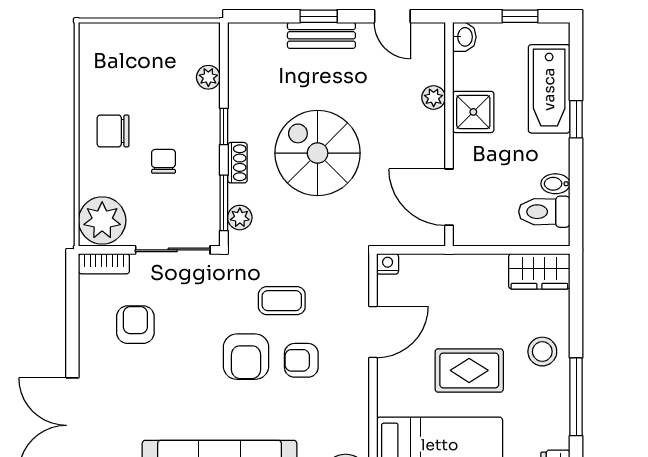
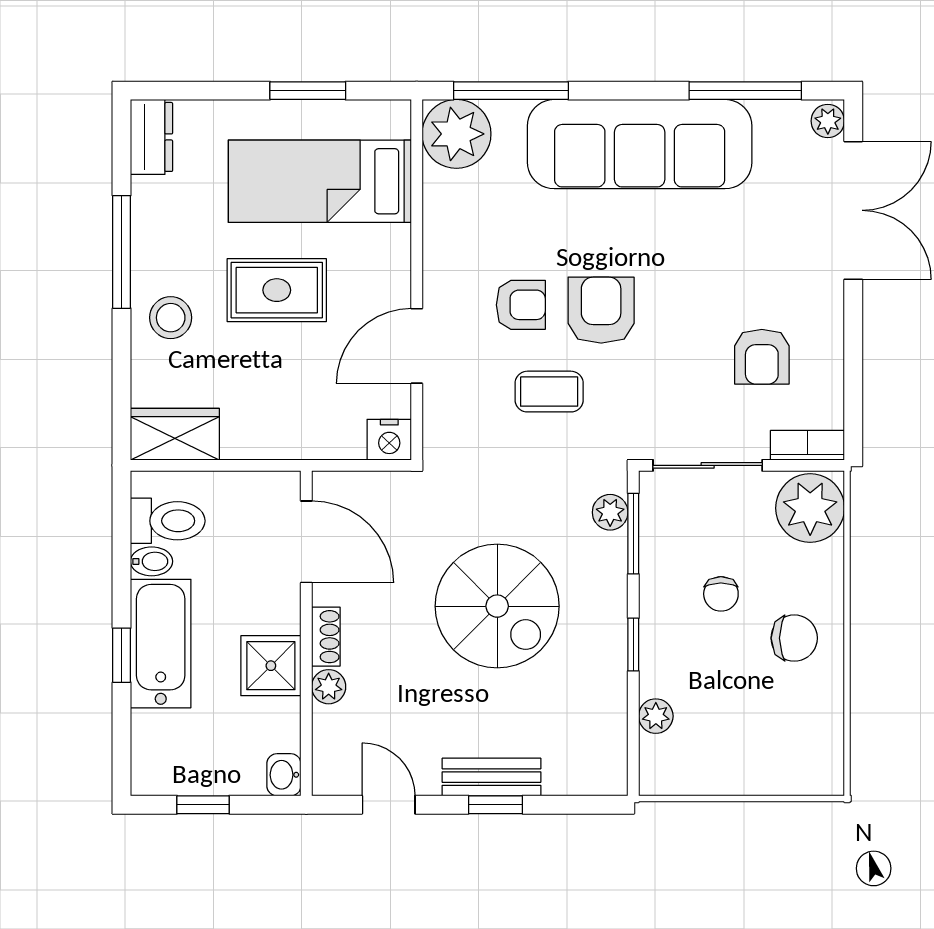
bathtub: (549, 89) -> (161, 644), moved
shoe rack: (237, 163) -> (326, 637), moved, turned 180
nightstand: (388, 264) -> (389, 440), width x1.39, depth x1.35

